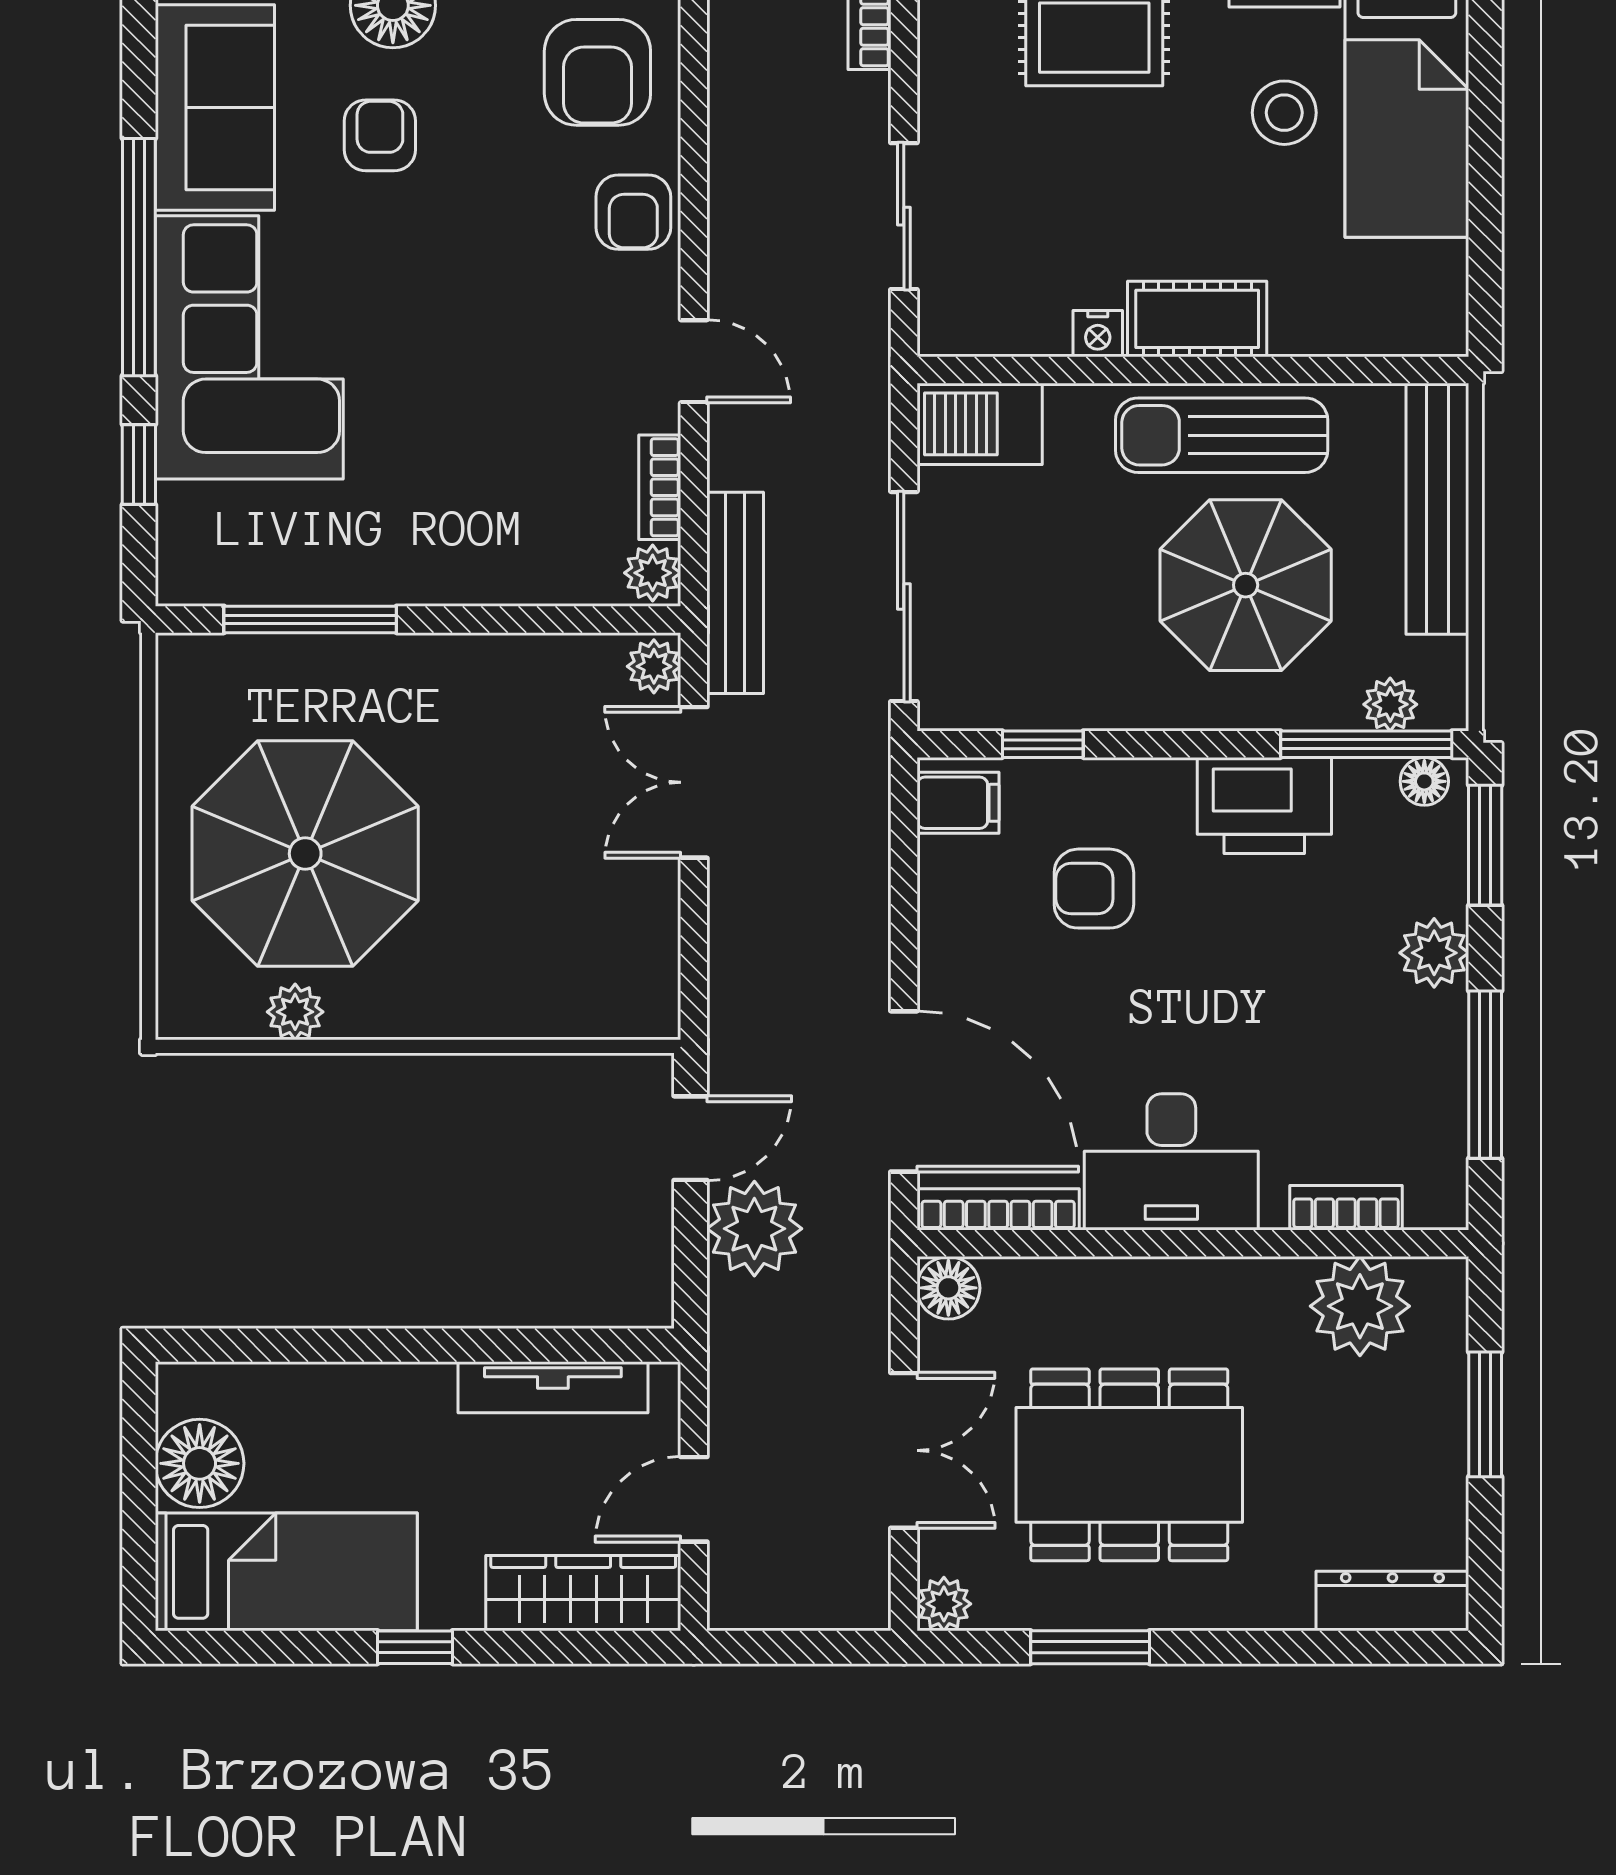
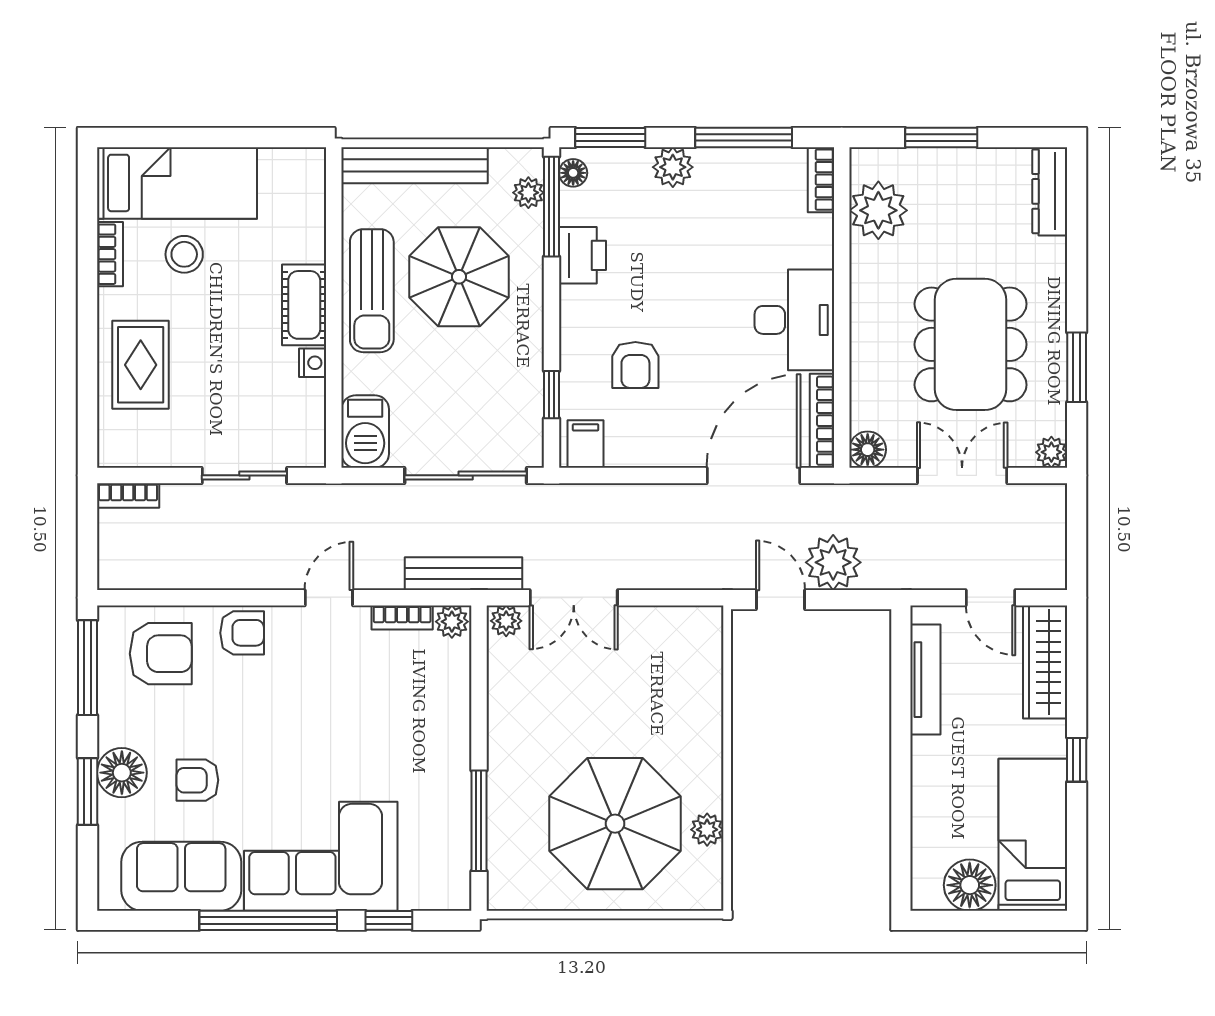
printer: (1264, 805) -> (583, 255), width x0.73, depth x0.84
bookcase: (1346, 1208) -> (821, 180), moved

